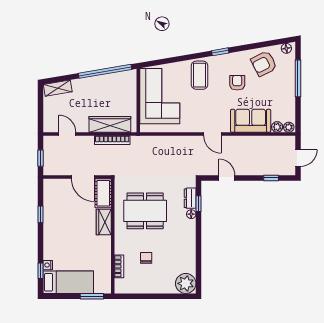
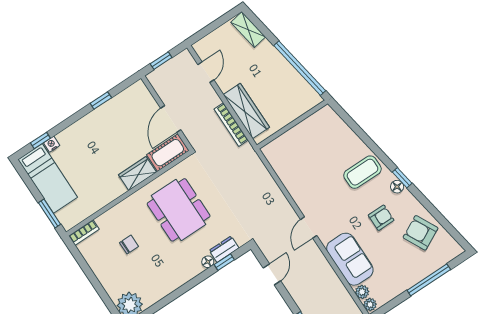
floor lamp: (286, 48) -> (397, 187), moved
corner sofa: (160, 96) -> (312, 144), removed
bookcase: (119, 266) -> (84, 233), moved

